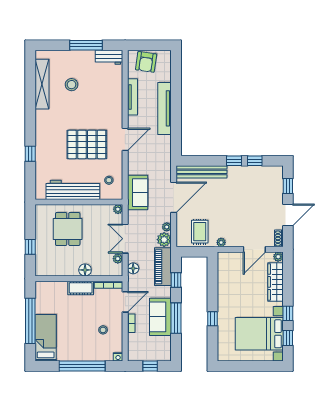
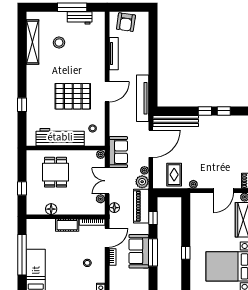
workbench: (109, 57) -> (80, 18), moved
tv unit: (165, 108) -> (143, 98), moved
sofa: (138, 193) -> (118, 152), moved
floor lamp: (85, 270) -> (51, 209), moved

